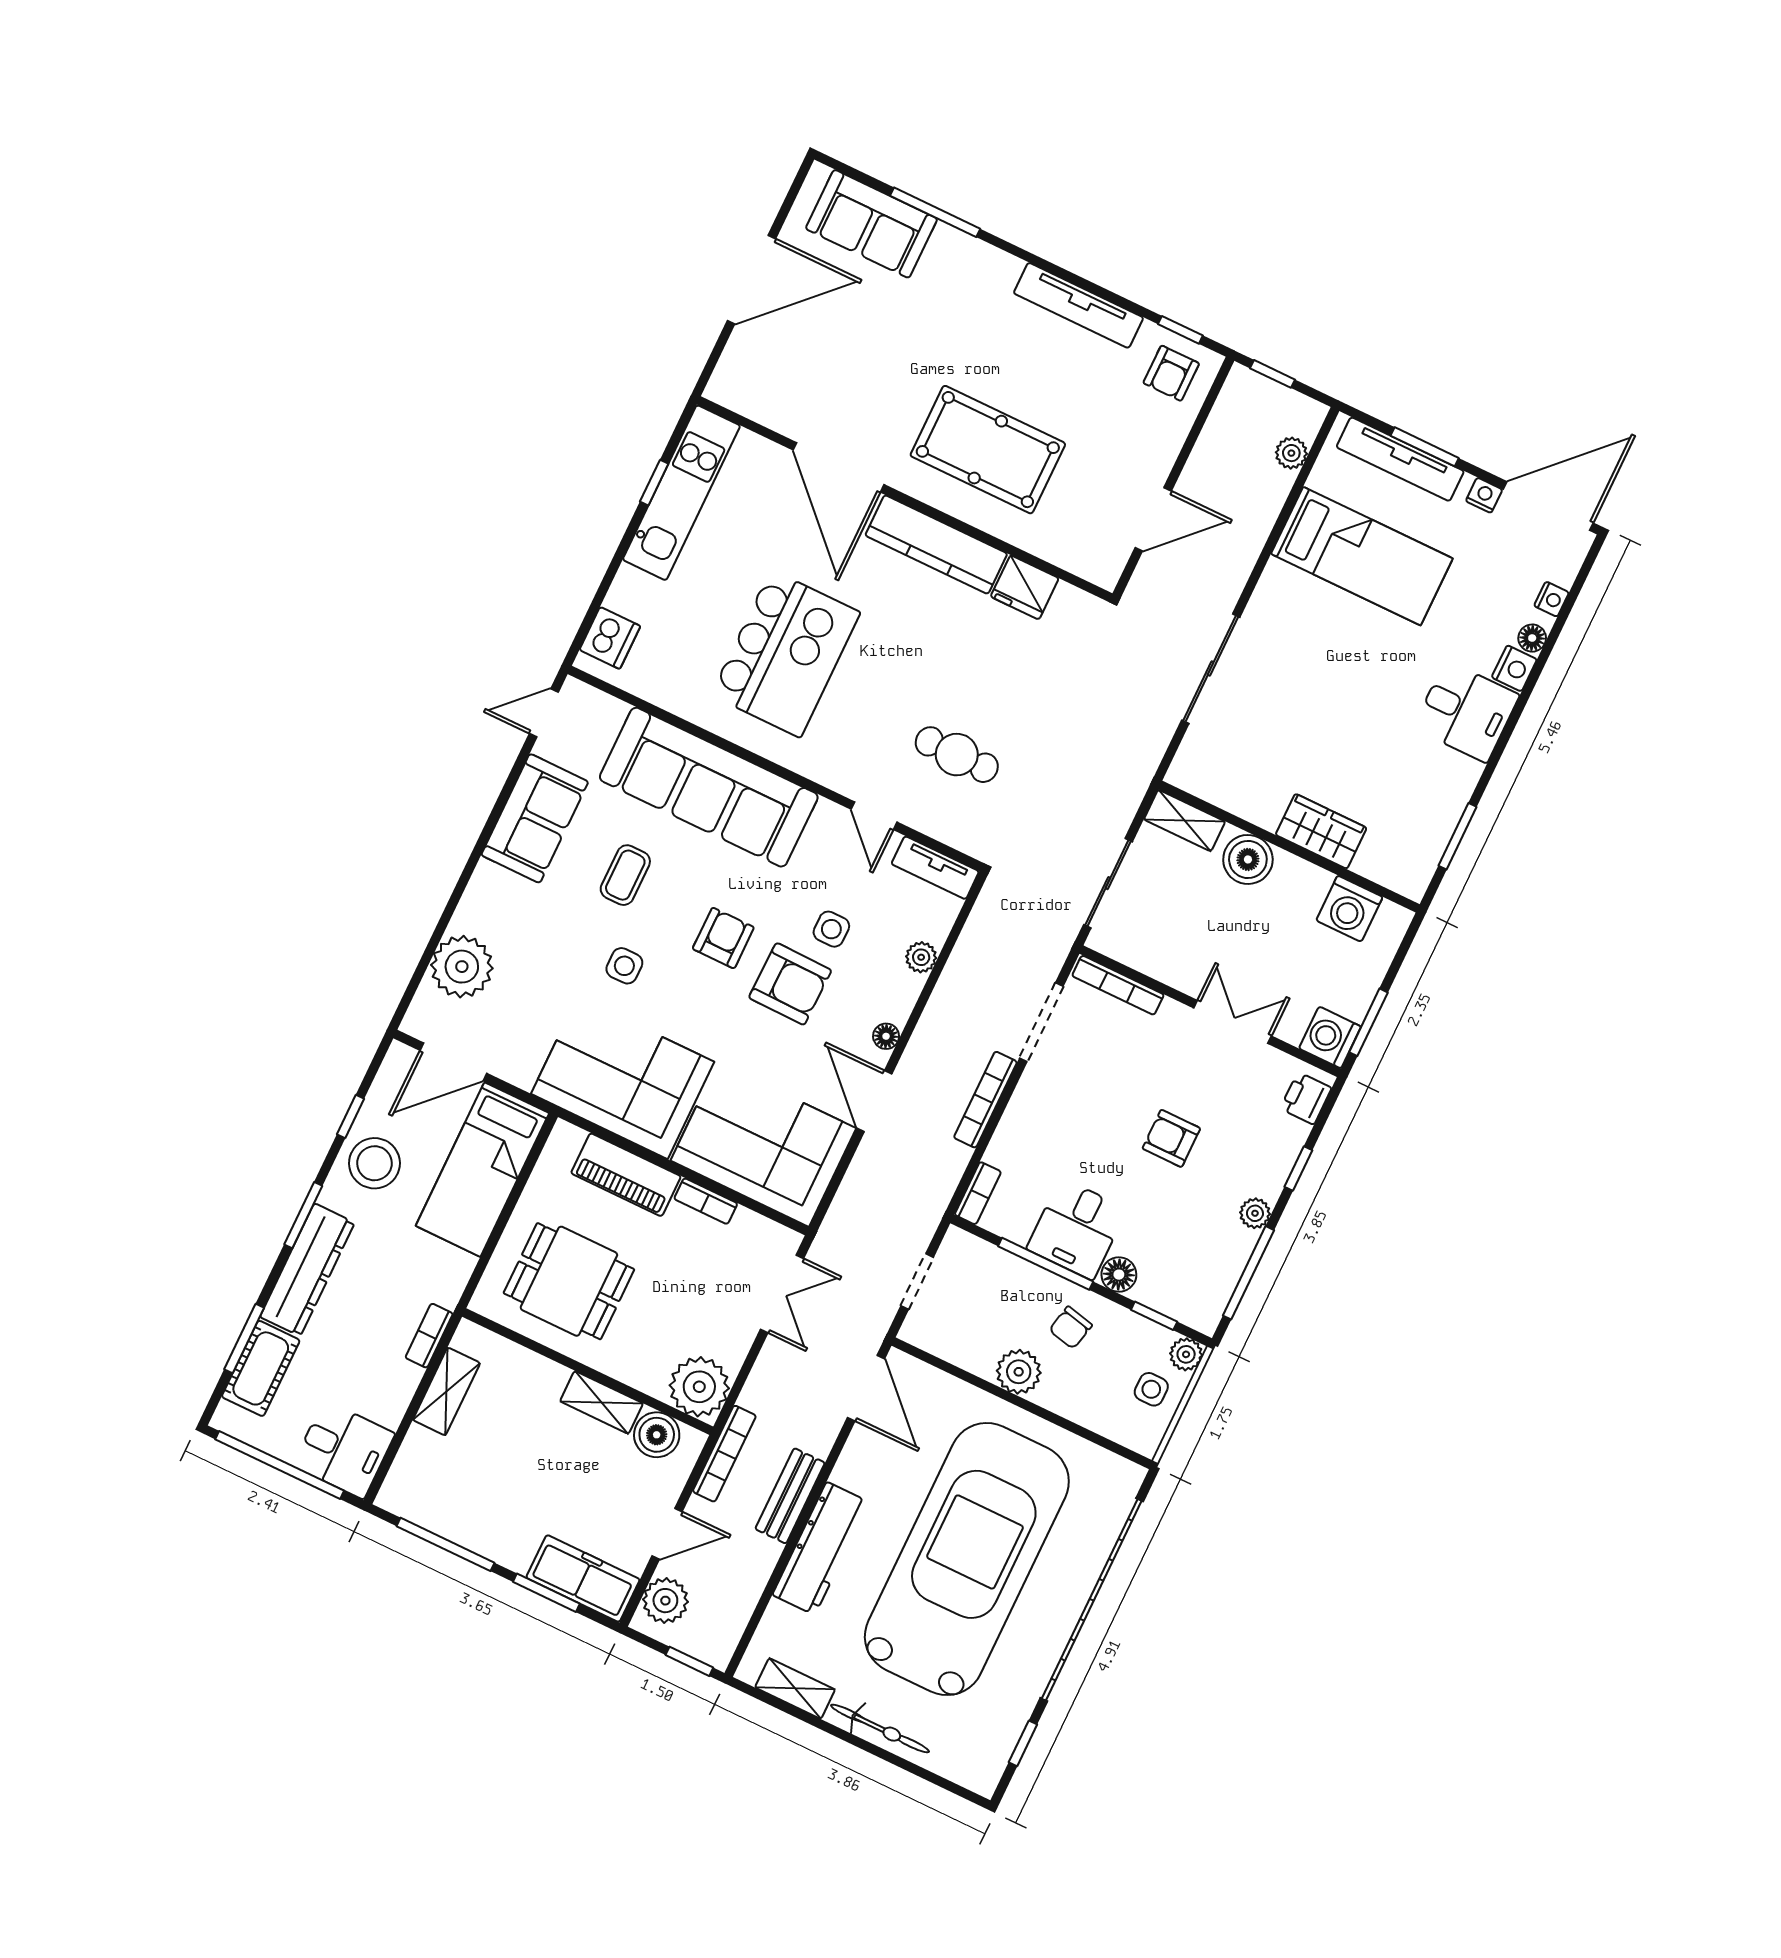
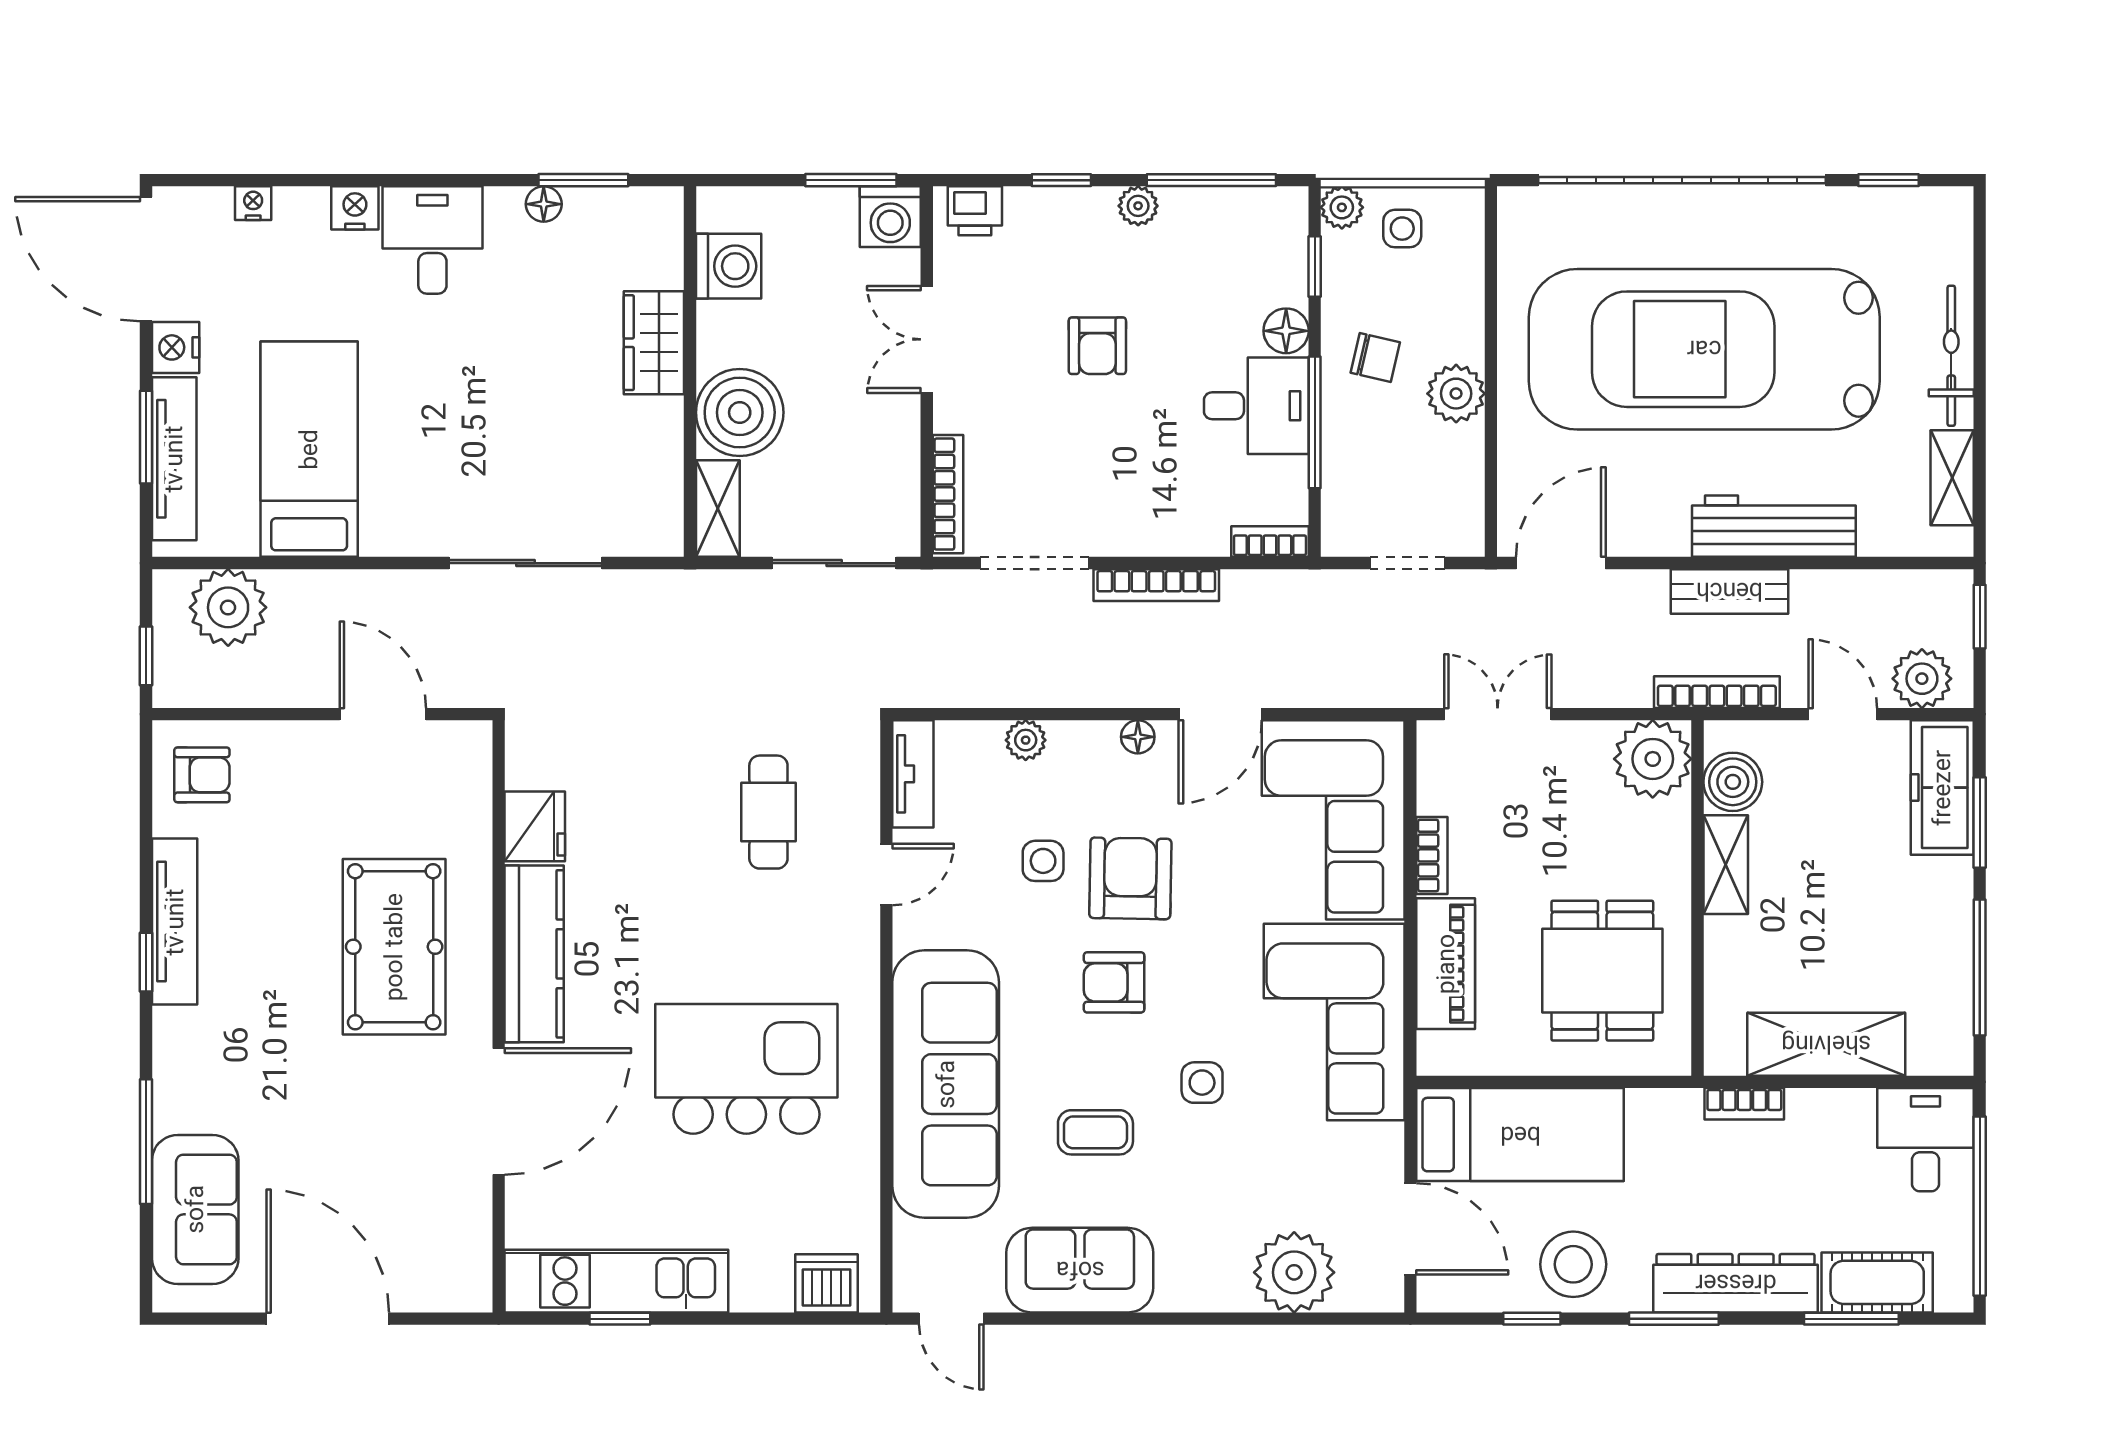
window: (1180, 330) -> (146, 962), moved
plant: (1291, 453) -> (228, 607), width x1.87, depth x1.87
nightstand: (1484, 495) -> (176, 347), width x1.39, depth x1.35
floor lamp: (1532, 638) -> (544, 204), moved
boiler: (1248, 859) -> (740, 412), width x1.37, depth x1.37
shelving: (446, 1391) -> (1826, 1044), width x1.50, depth x1.33

